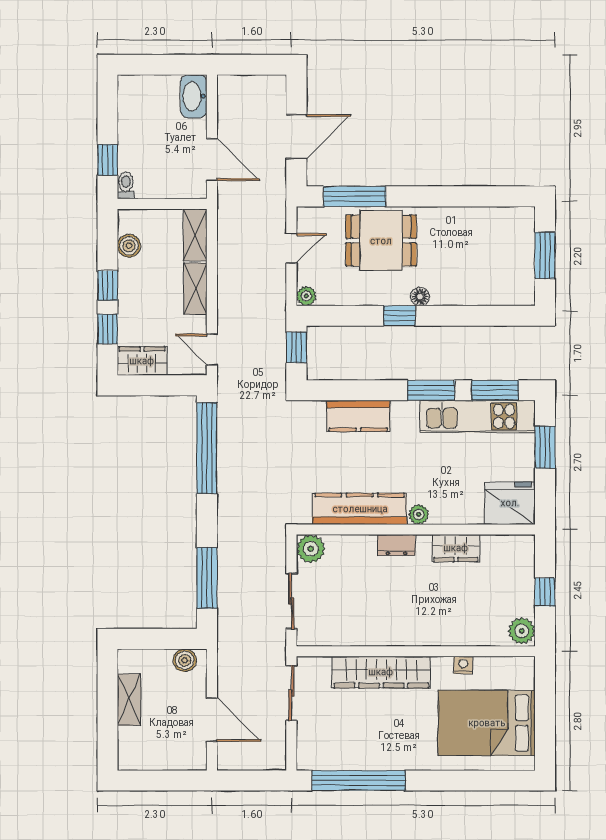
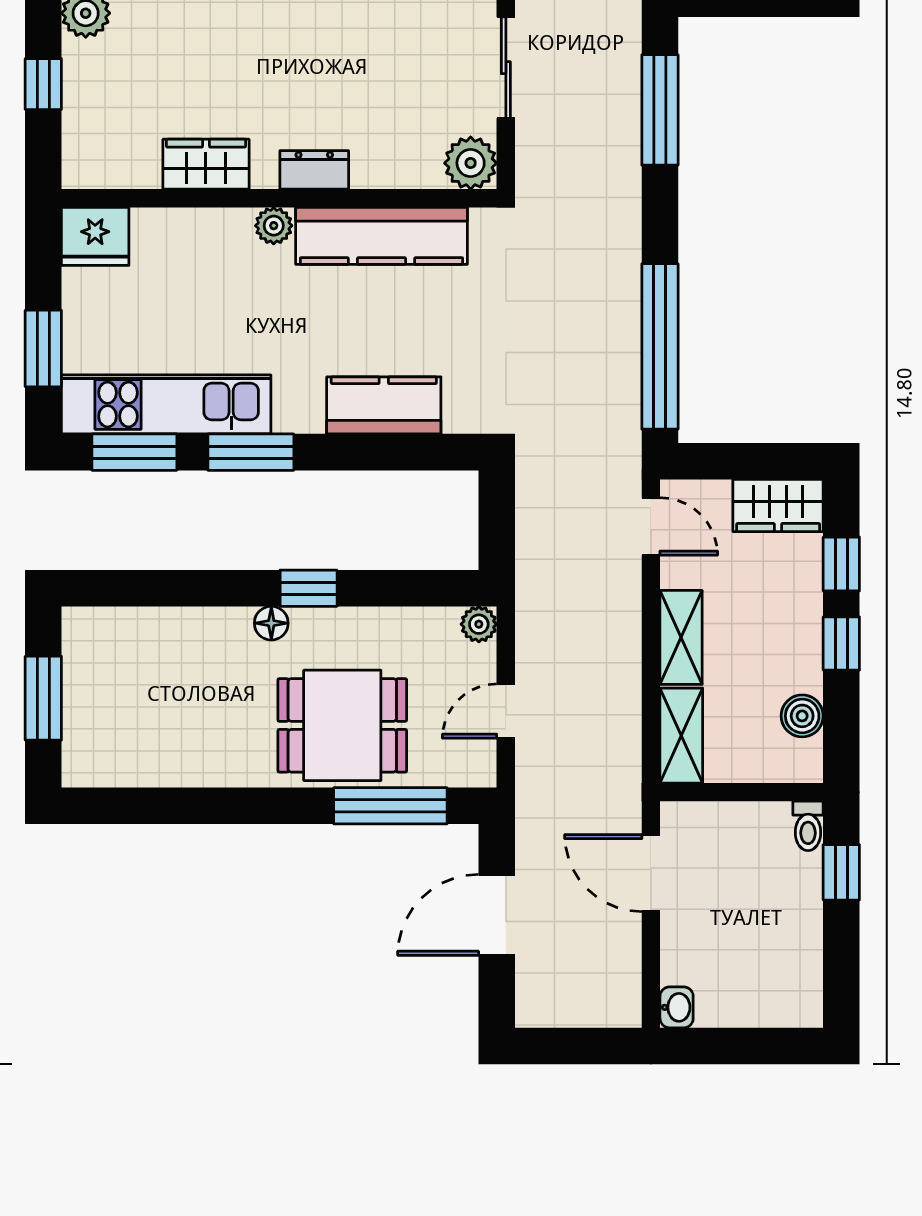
washbasin: (194, 96) -> (677, 1007), width x0.52, depth x0.69
window: (296, 347) -> (497, 530), removed
fridge: (510, 503) -> (95, 236), width x0.73, depth x0.75

